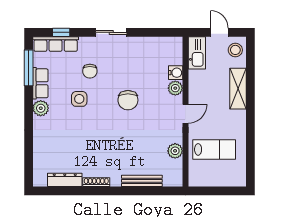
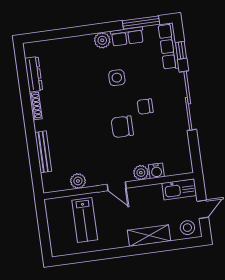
sliding door: (111, 32) -> (188, 101), width x1.86
chair: (90, 71) -> (145, 106), moved

